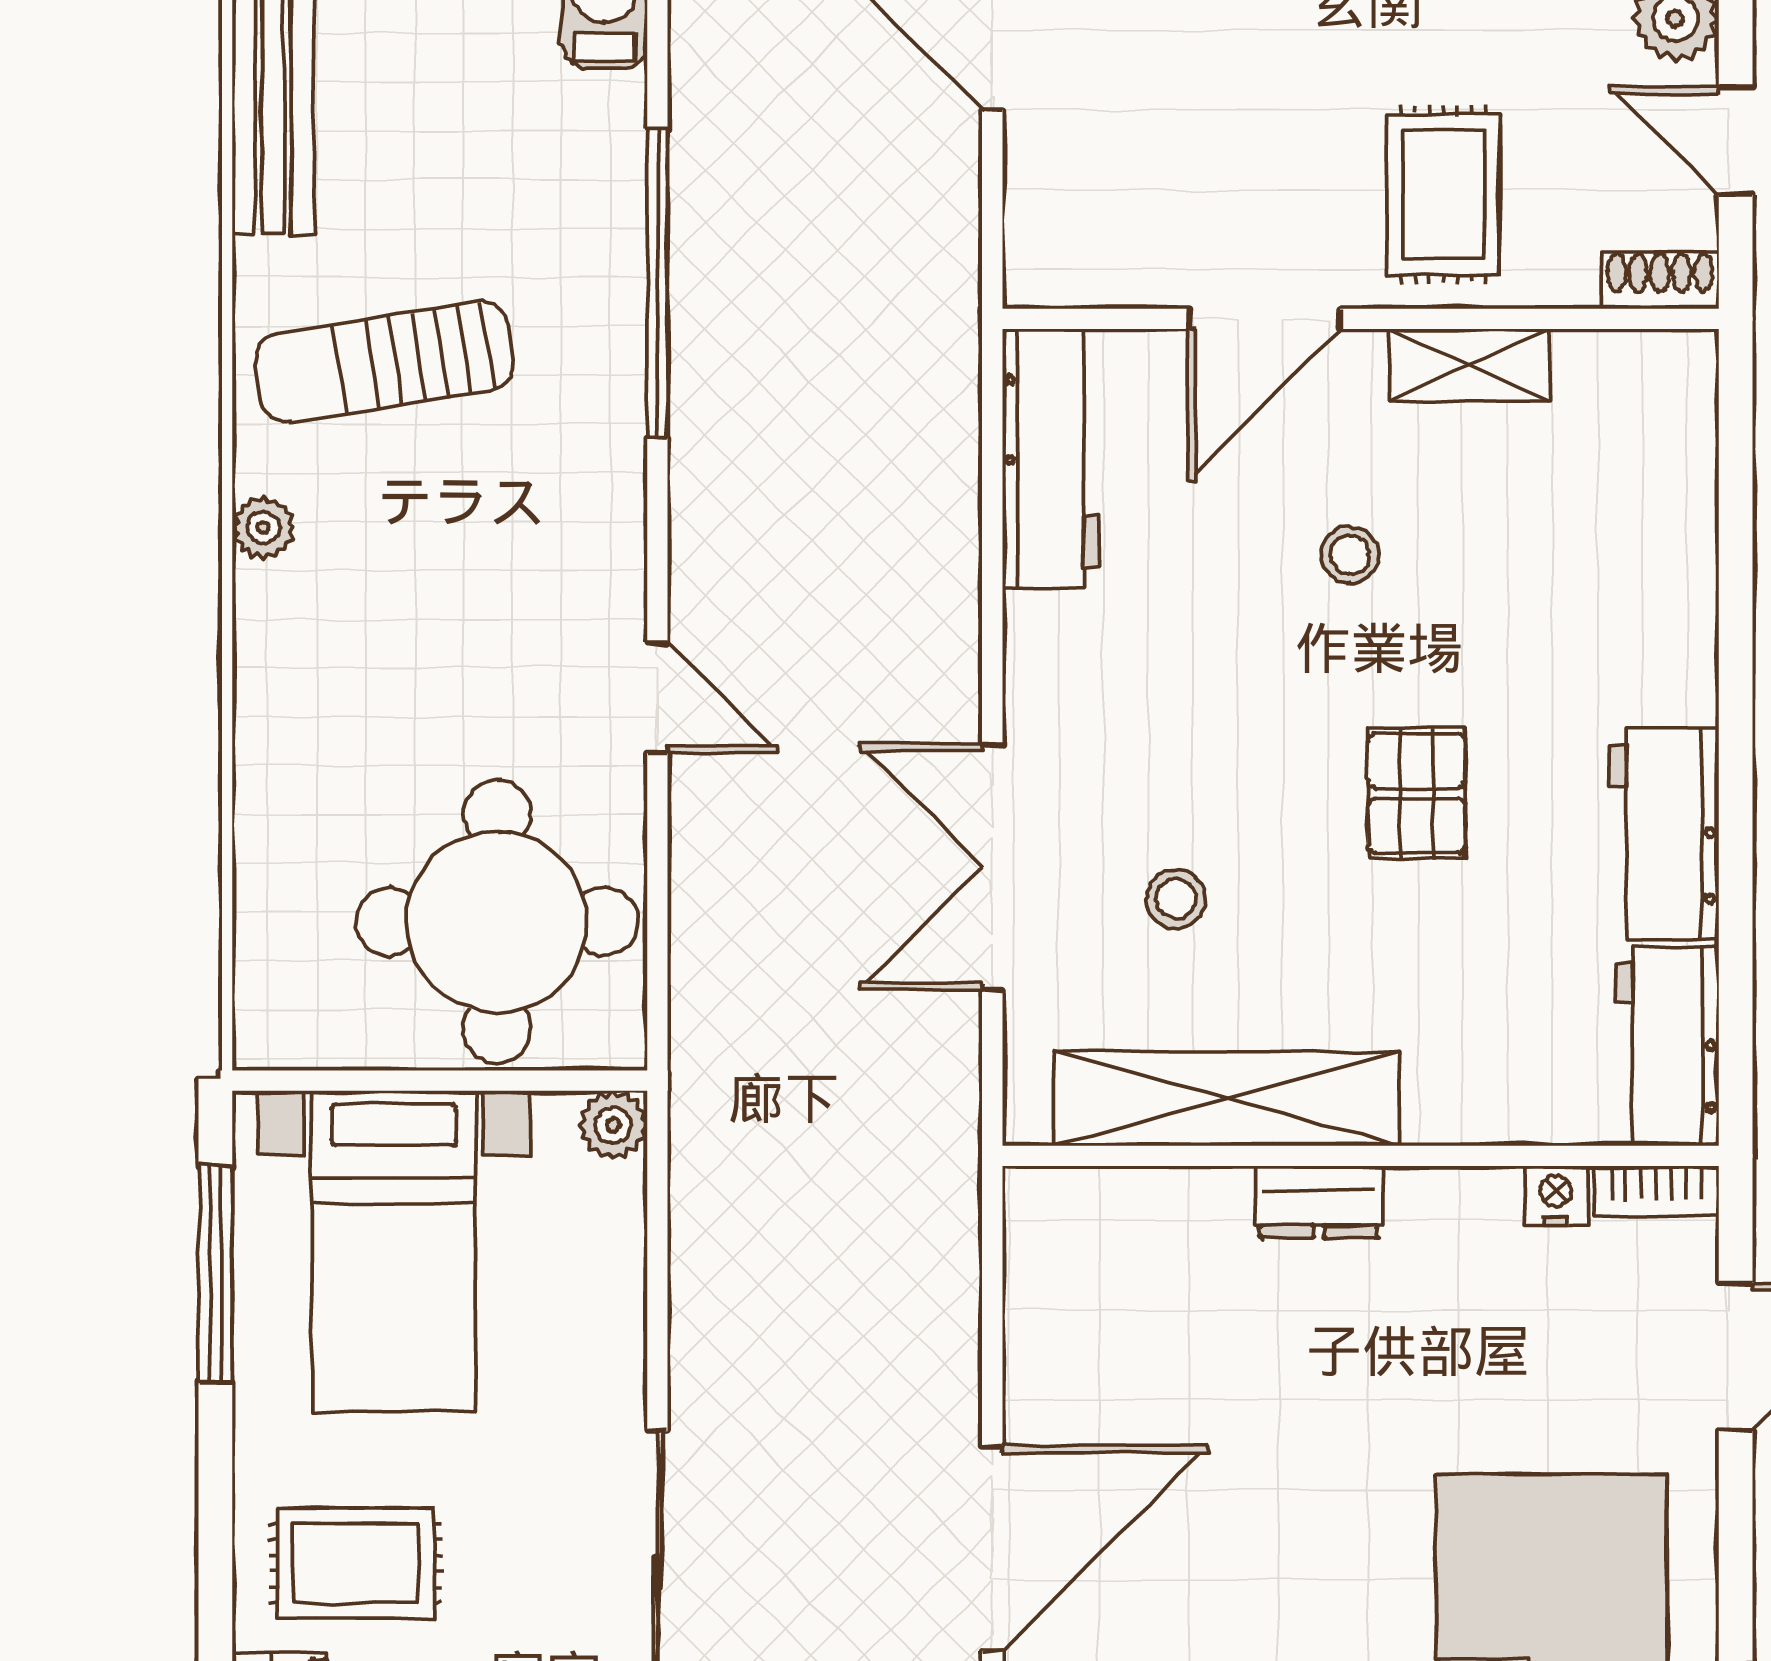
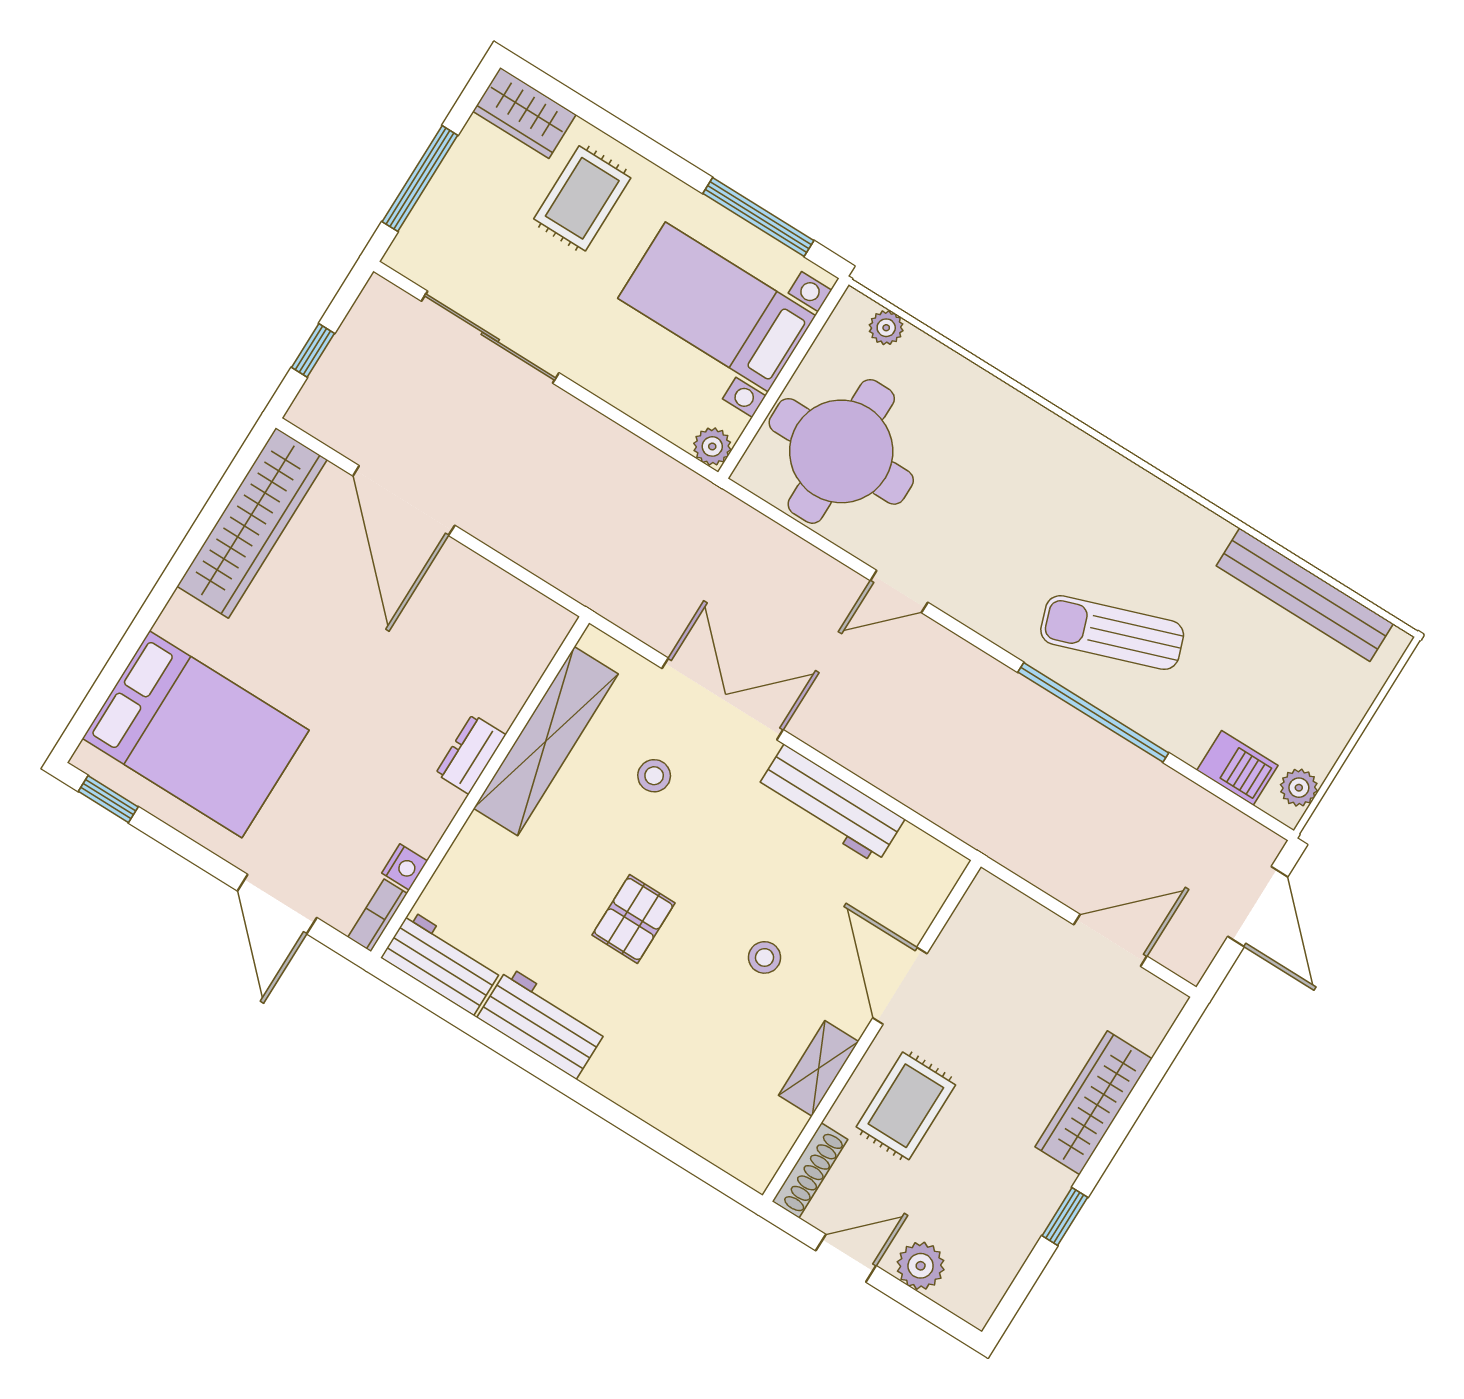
rug: (1443, 195) -> (906, 1106), turned 90
shoe rack: (1660, 280) -> (810, 1170), width x1.43
sun lounger: (384, 362) -> (1112, 633), moved, turned -100
workbench: (1051, 458) -> (830, 804), moved
plant: (263, 528) -> (886, 328), moved
pallet: (1417, 793) -> (633, 919), turned 90

